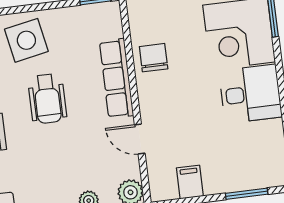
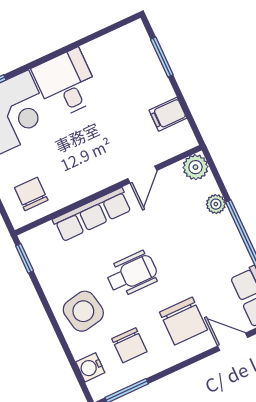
chair: (154, 58) -> (31, 194), moved, turned 90

